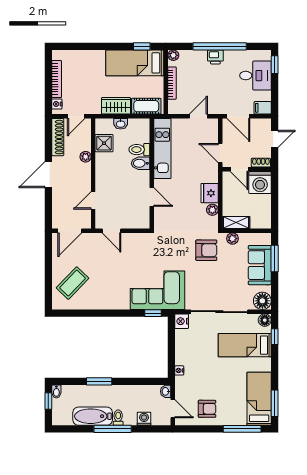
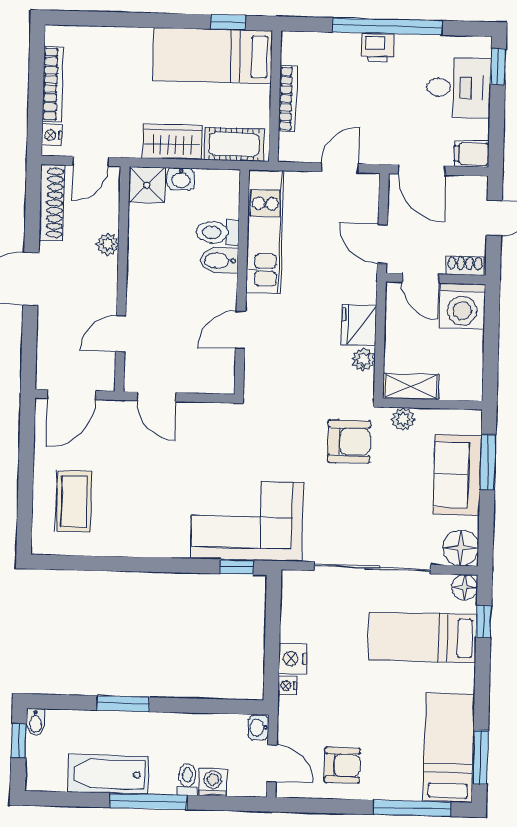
plant: (173, 55) -> (292, 42), removed
shower: (104, 143) -> (147, 185), moved
door: (152, 197) -> (240, 330), swing flipped
coffee table: (73, 283) -> (74, 501), turned -44
nightstand: (182, 321) -> (293, 659), moved
toilet: (118, 418) -> (187, 779), moved

